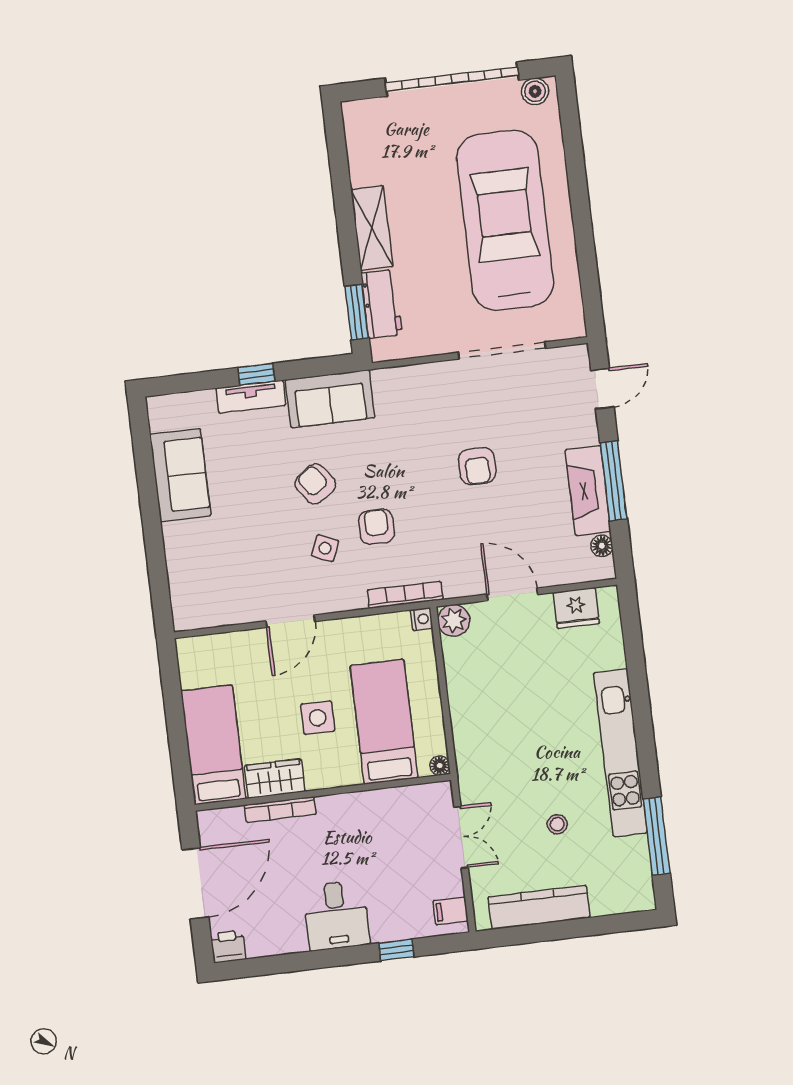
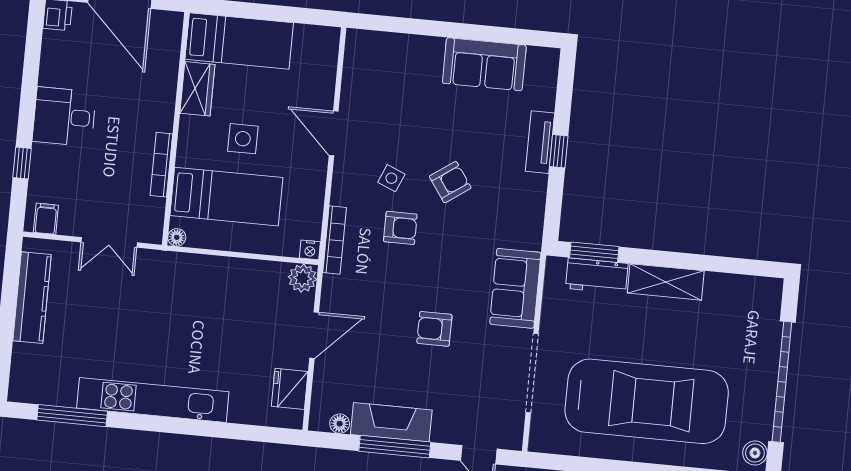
sofa: (330, 399) -> (515, 288), moved
bookcase: (280, 810) -> (161, 165), moved
stool: (557, 824) -> (102, 330), removed

